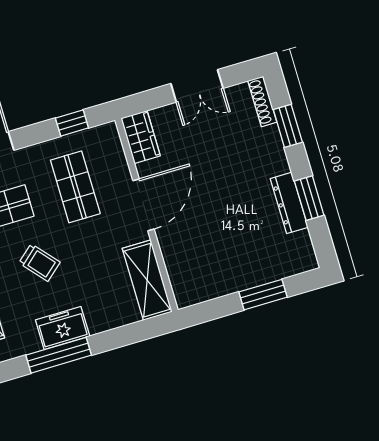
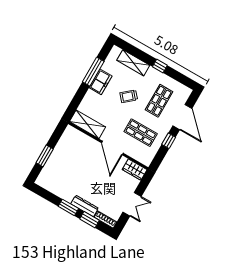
double door: (197, 86) -> (132, 204), swing flipped
window: (72, 123) -> (169, 141), moved
window: (309, 198) -> (68, 207), moved
dresser: (289, 203) -> (85, 206), moved

